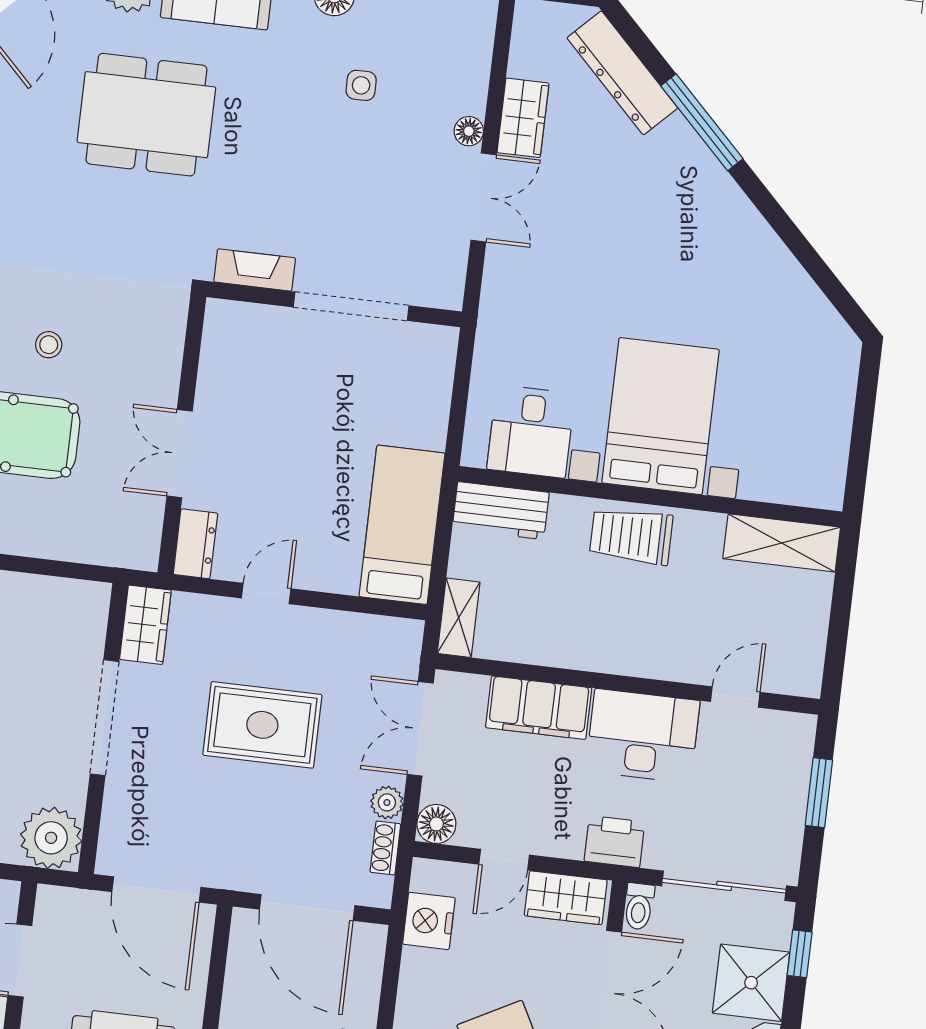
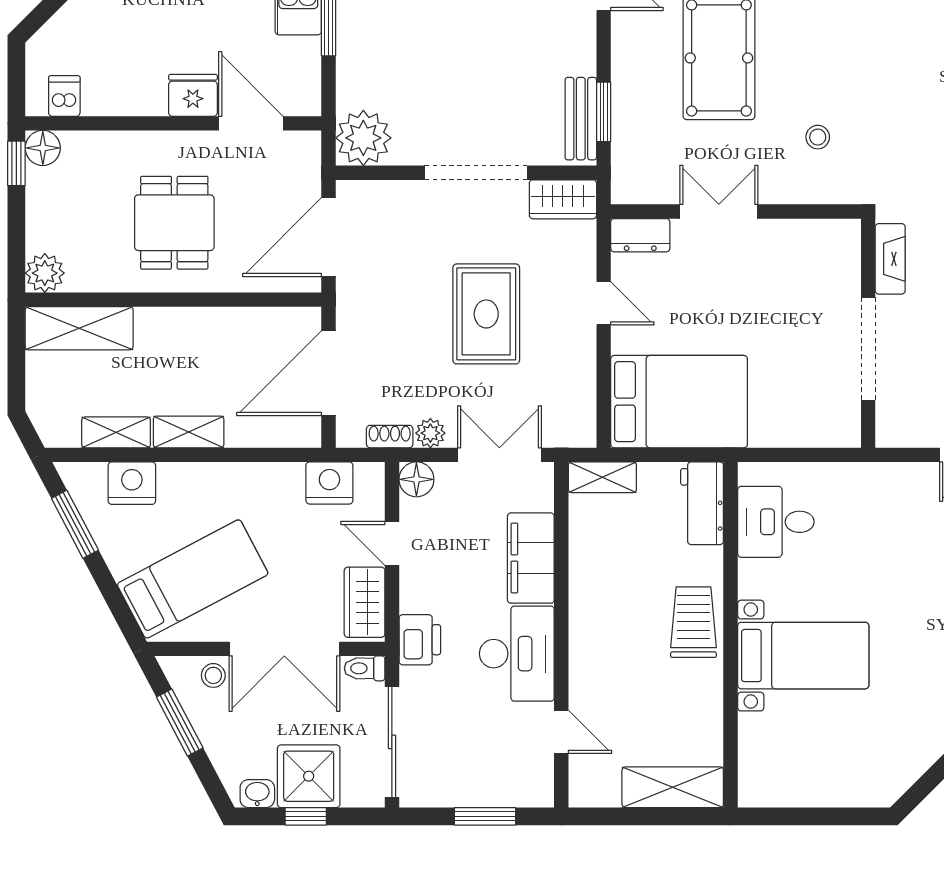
stool: (49, 345) -> (818, 137), moved
bed with nightstands: (661, 416) -> (803, 656), width x0.73
bed: (402, 525) -> (679, 402), width x1.50
shelving: (782, 543) -> (673, 787), moved, turned 90
window: (54, 568) -> (604, 112), added
bench: (58, 594) -> (581, 119), added
window: (800, 954) -> (306, 816), moved

